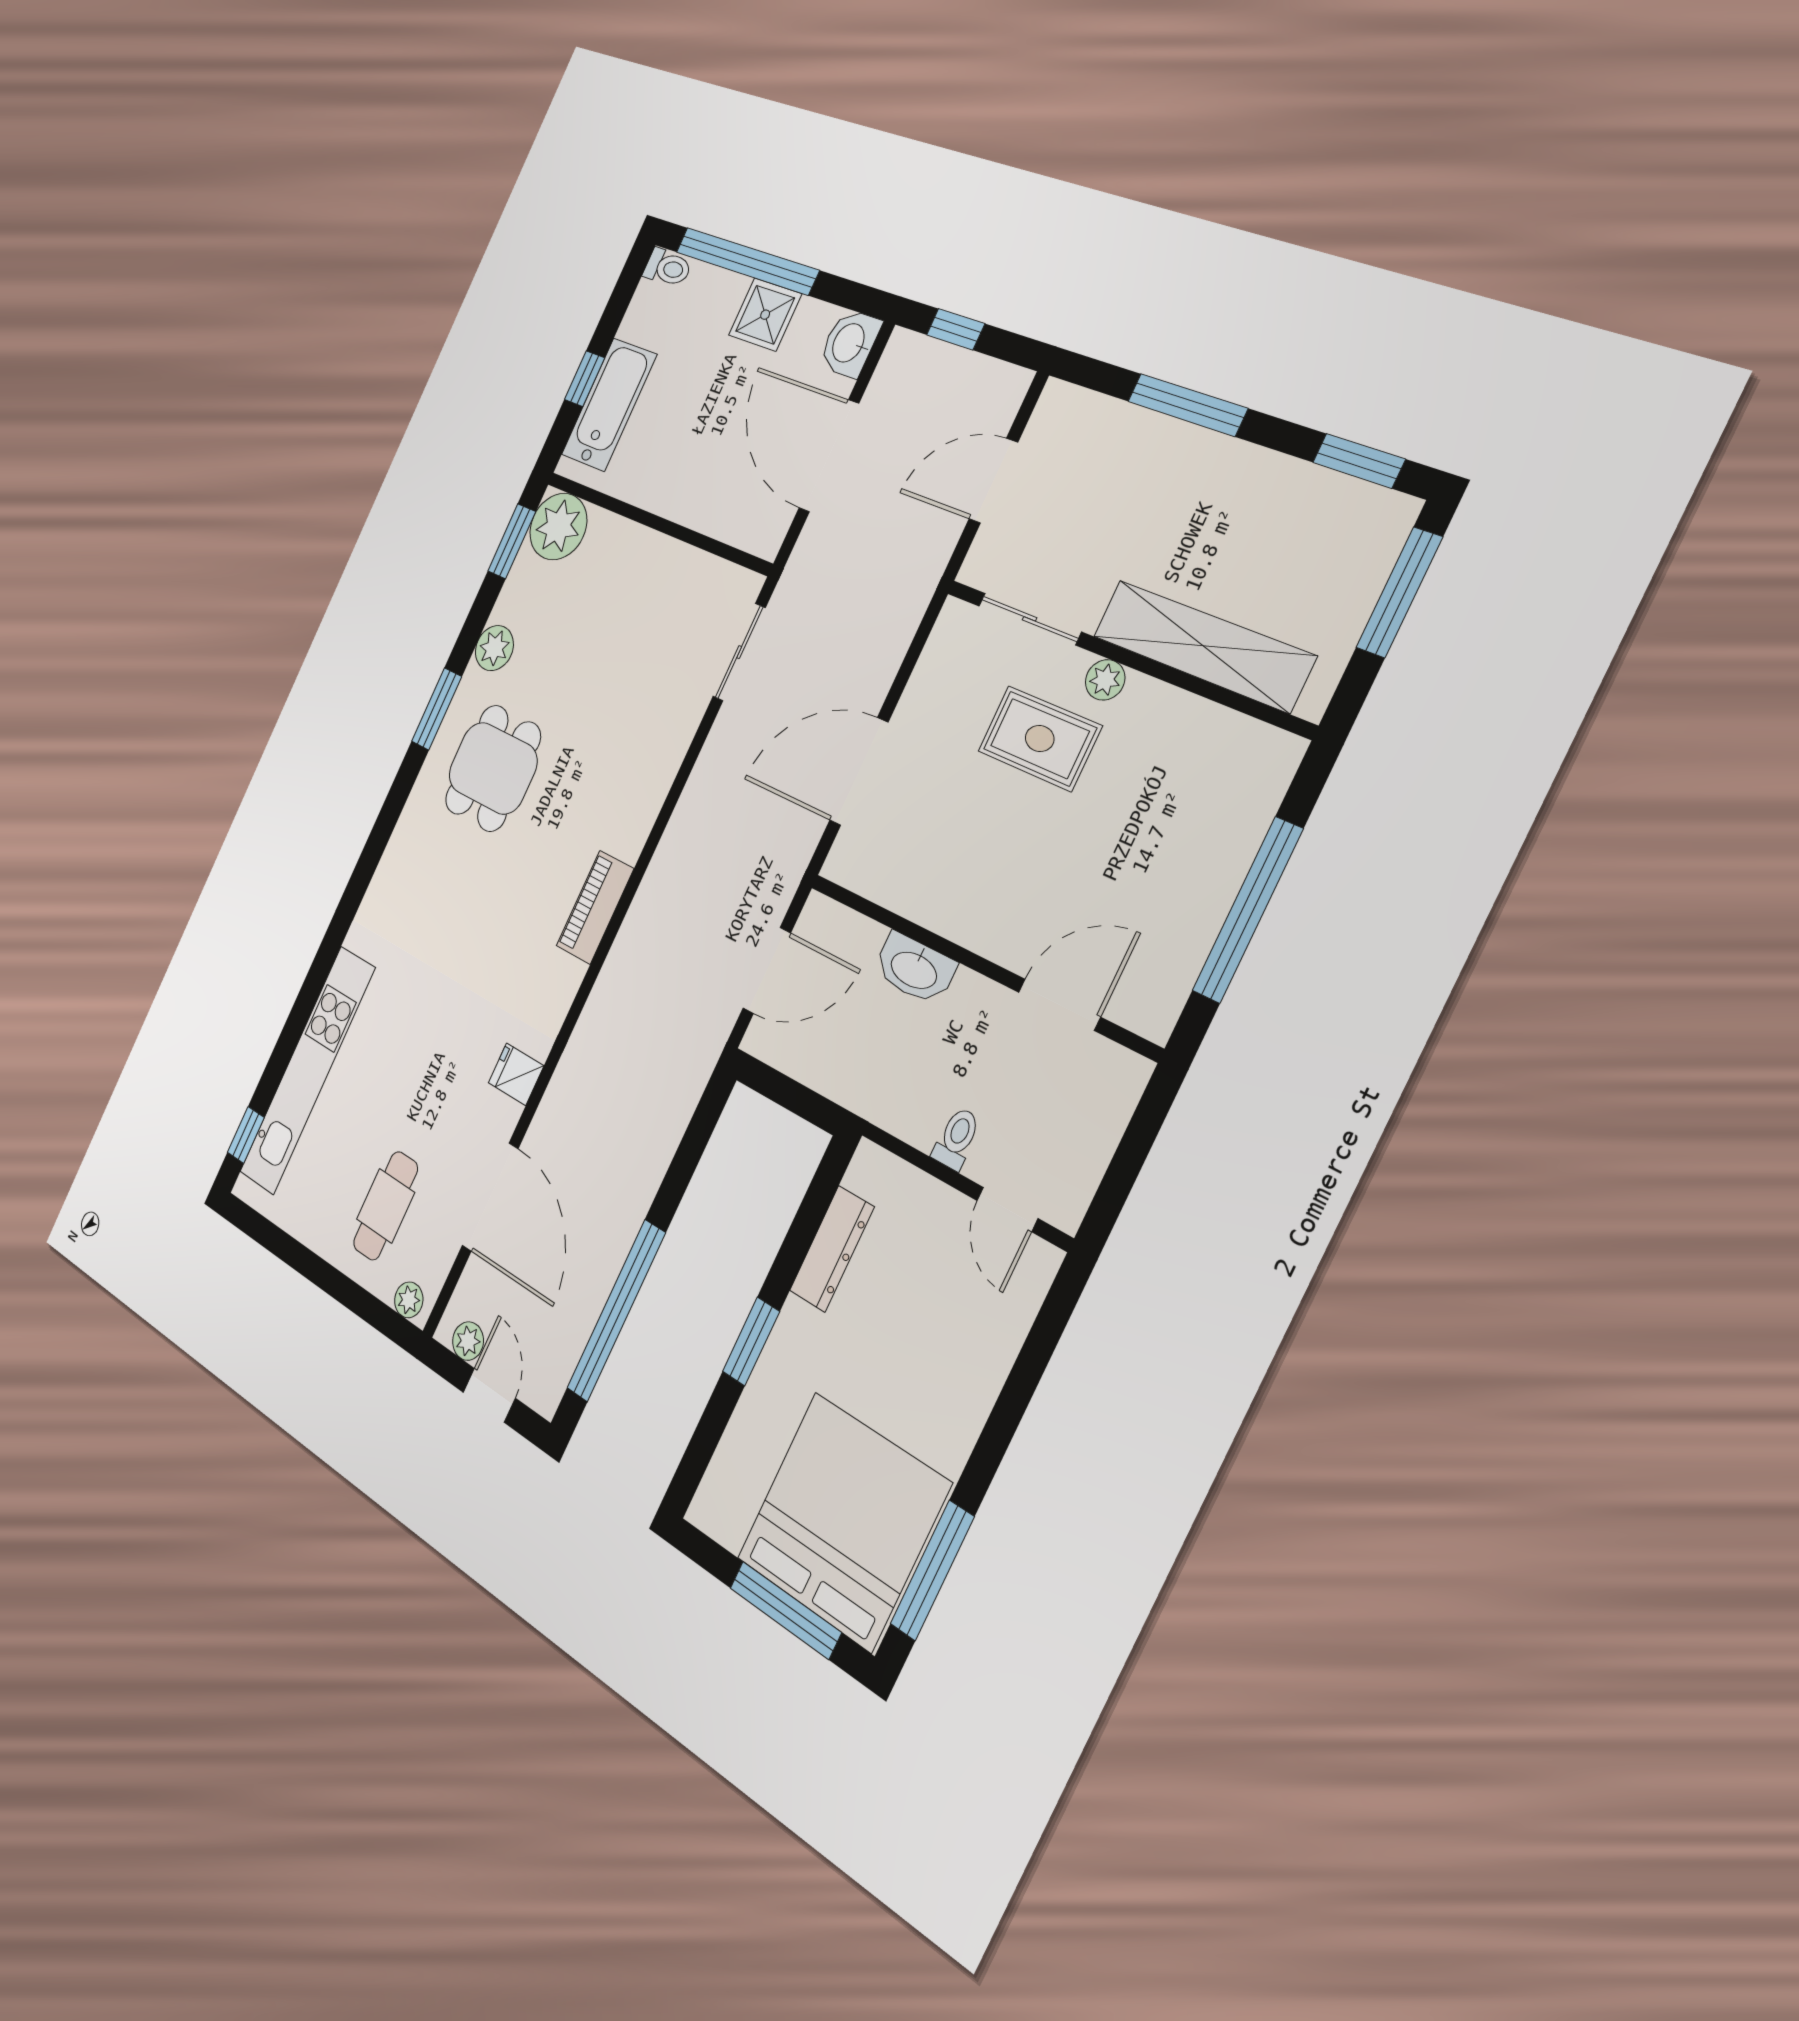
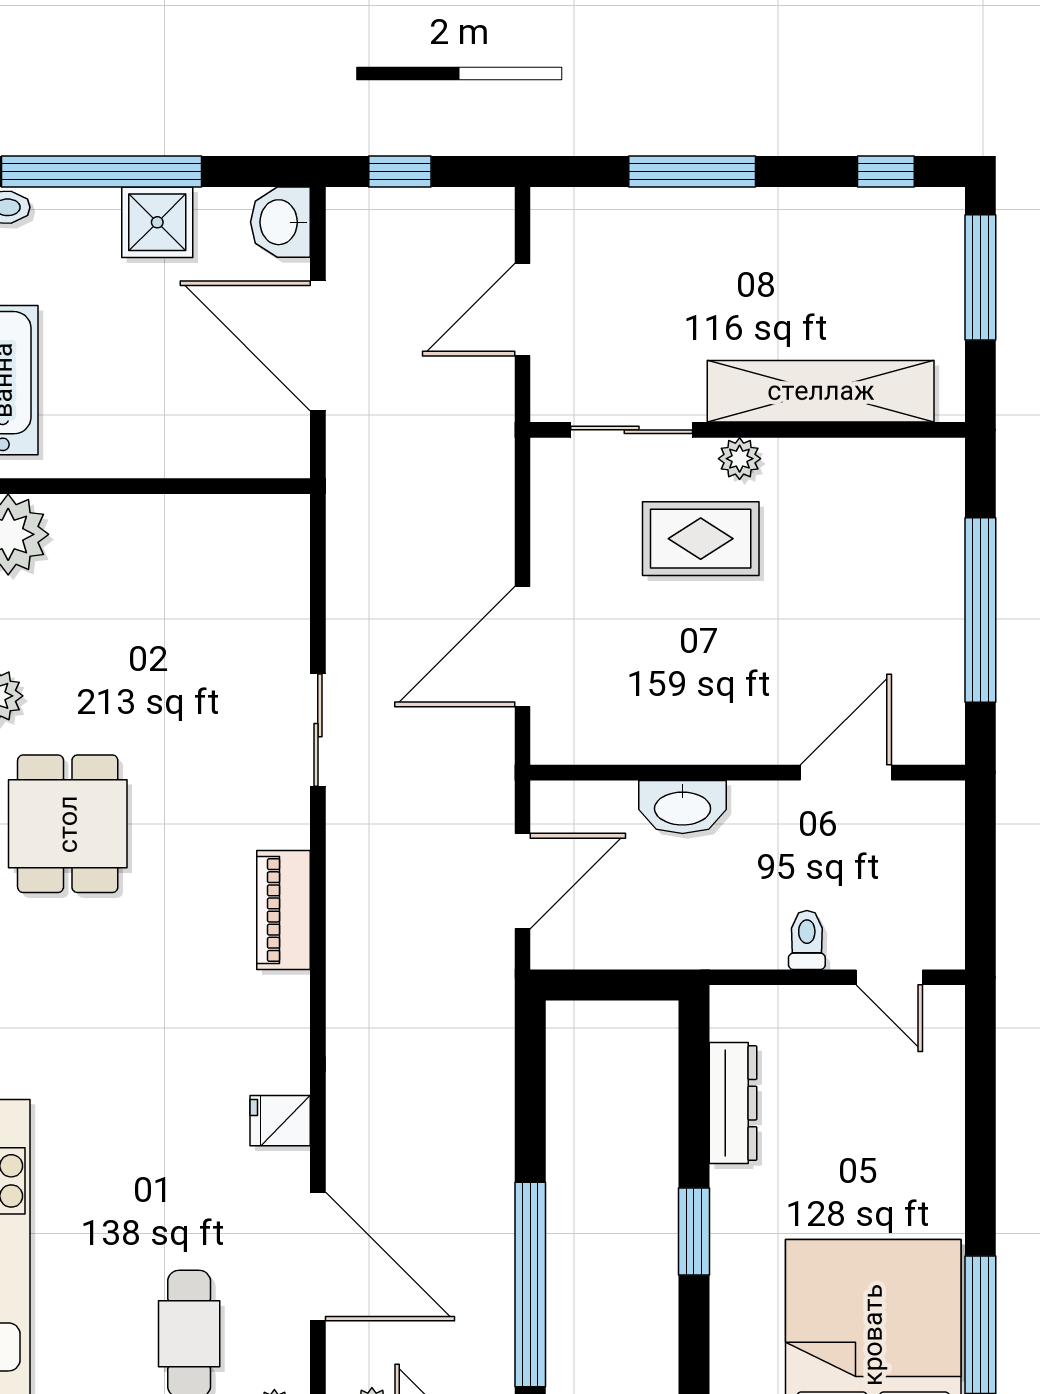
window: (1359, 461) -> (886, 172), width x0.67
sliding door: (739, 652) -> (318, 730), moved

